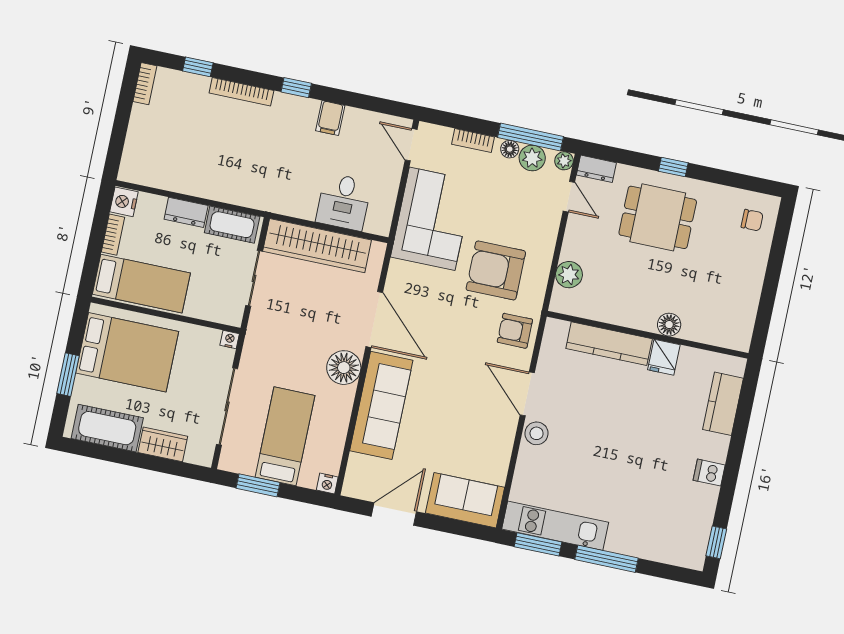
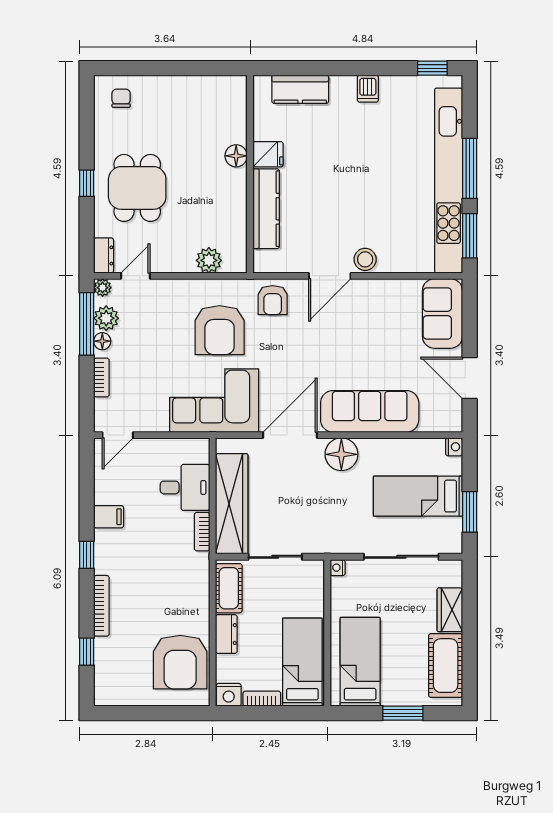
bookcase: (145, 84) -> (202, 532), moved, turned -90
armchair: (167, 160) -> (180, 662), added
corner sofa: (432, 219) -> (214, 401), moved
bed: (127, 352) -> (360, 662), width x0.67
kitchen unit: (555, 526) -> (449, 181), width x1.86

